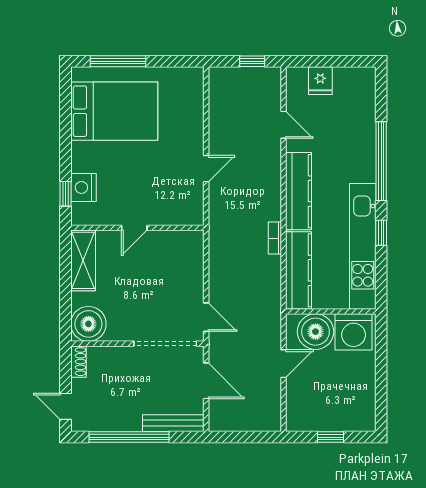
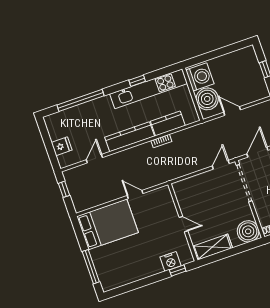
bed: (114, 111) -> (108, 224), moved, turned 90
window: (381, 161) -> (81, 100), moved
kitchen counter: (298, 270) -> (168, 124), width x0.67

